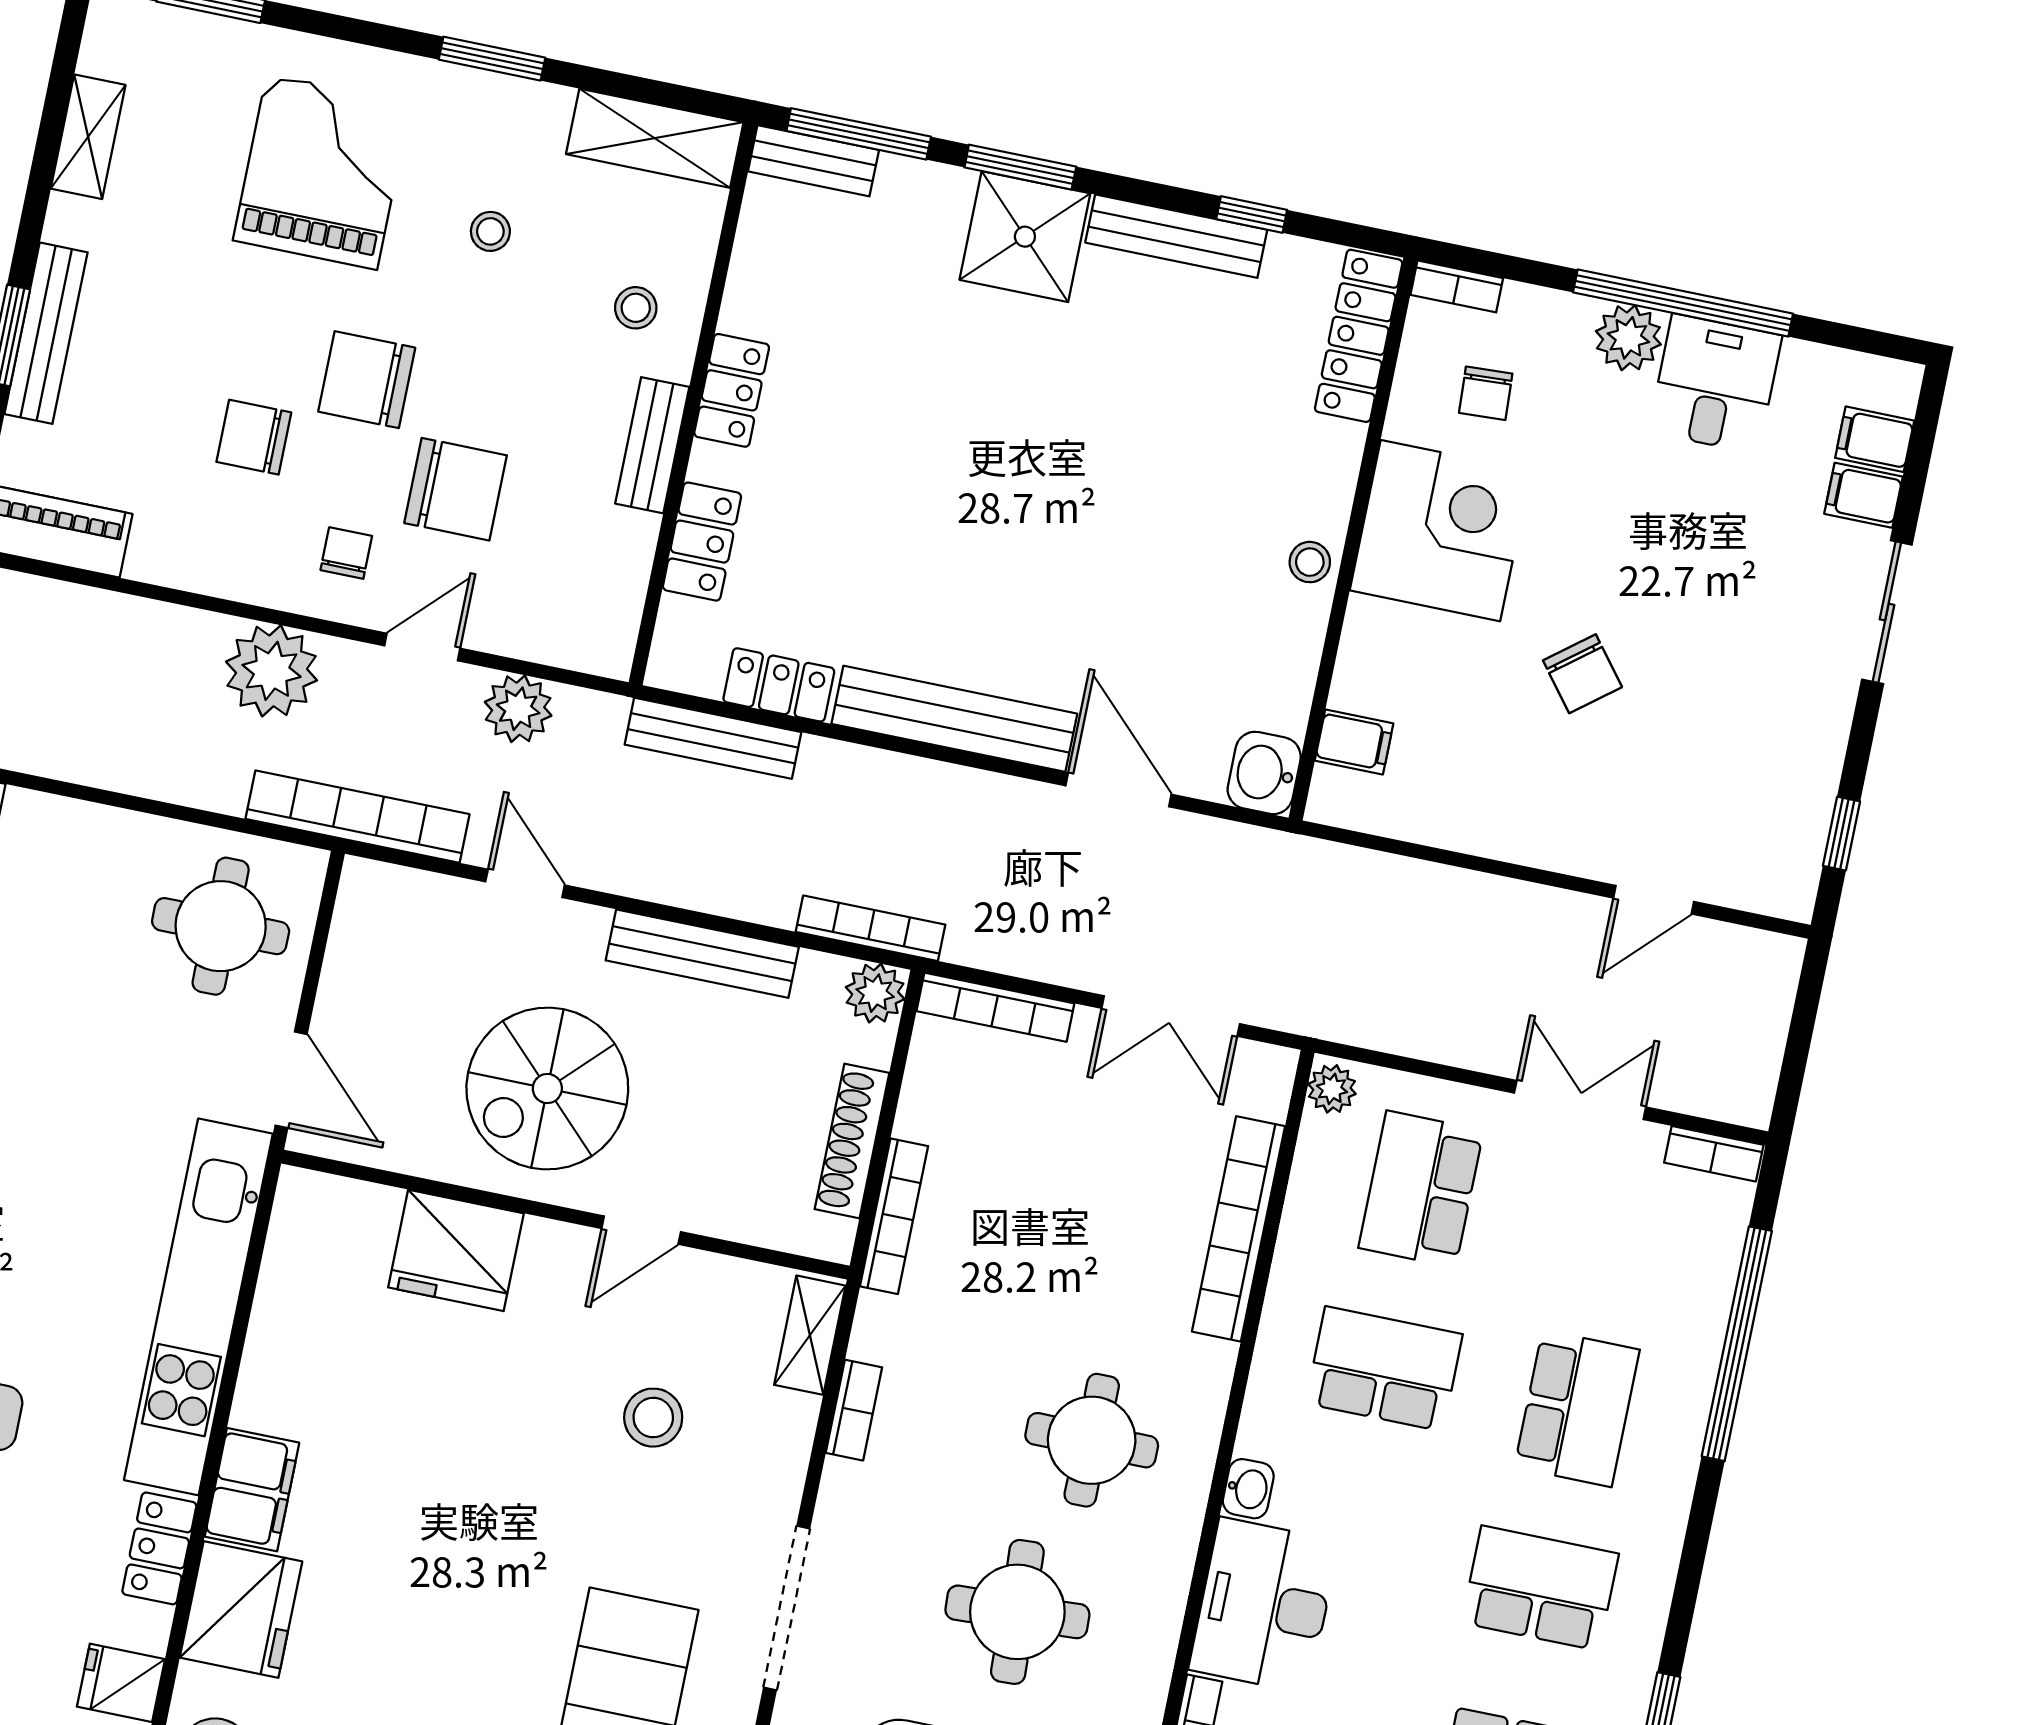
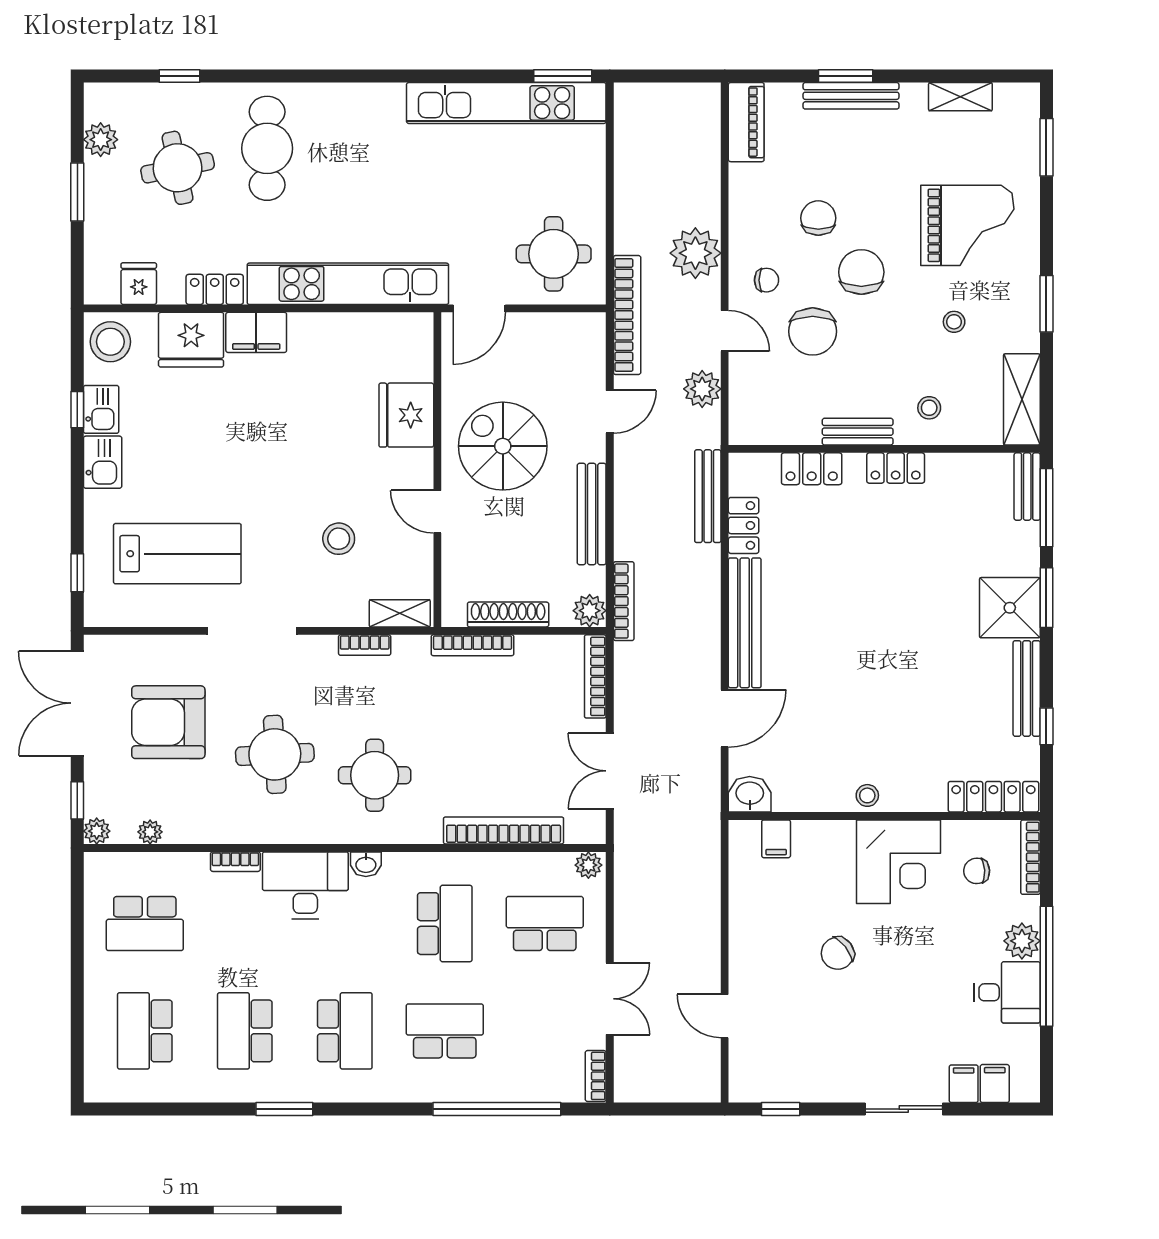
bookcase: (1457, 286) -> (1031, 857), width x1.56
school desk: (1577, 1408) -> (445, 1031), turned 180

